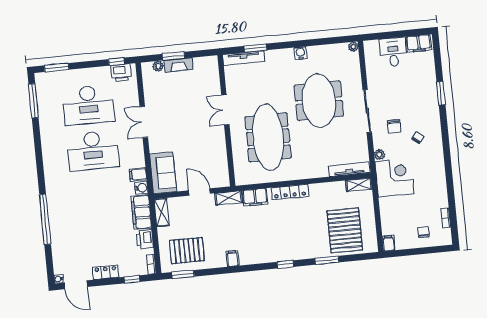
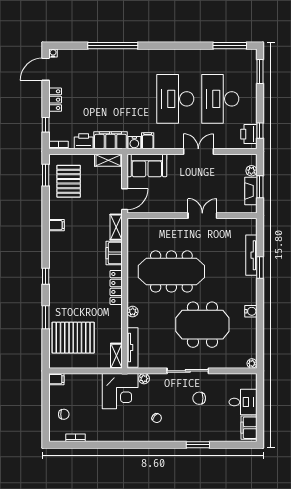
double door: (225, 110) -> (202, 216), moved
wall: (226, 120) -> (192, 216), moved
chair: (394, 126) -> (199, 398), moved
plant: (313, 173) -> (133, 312), added

